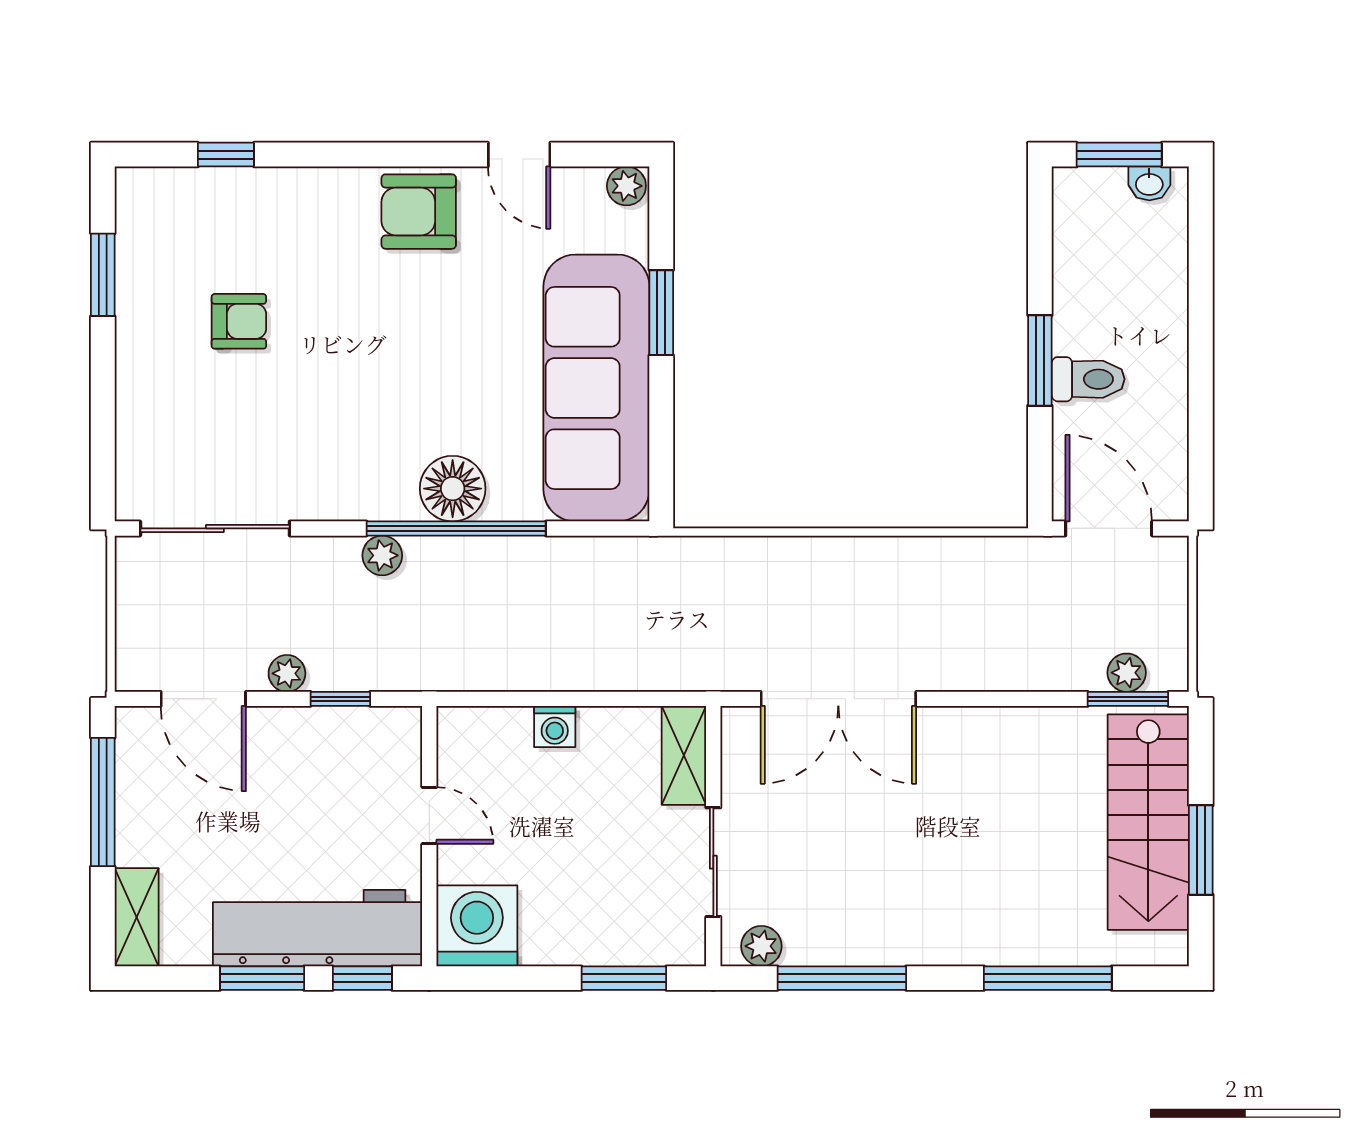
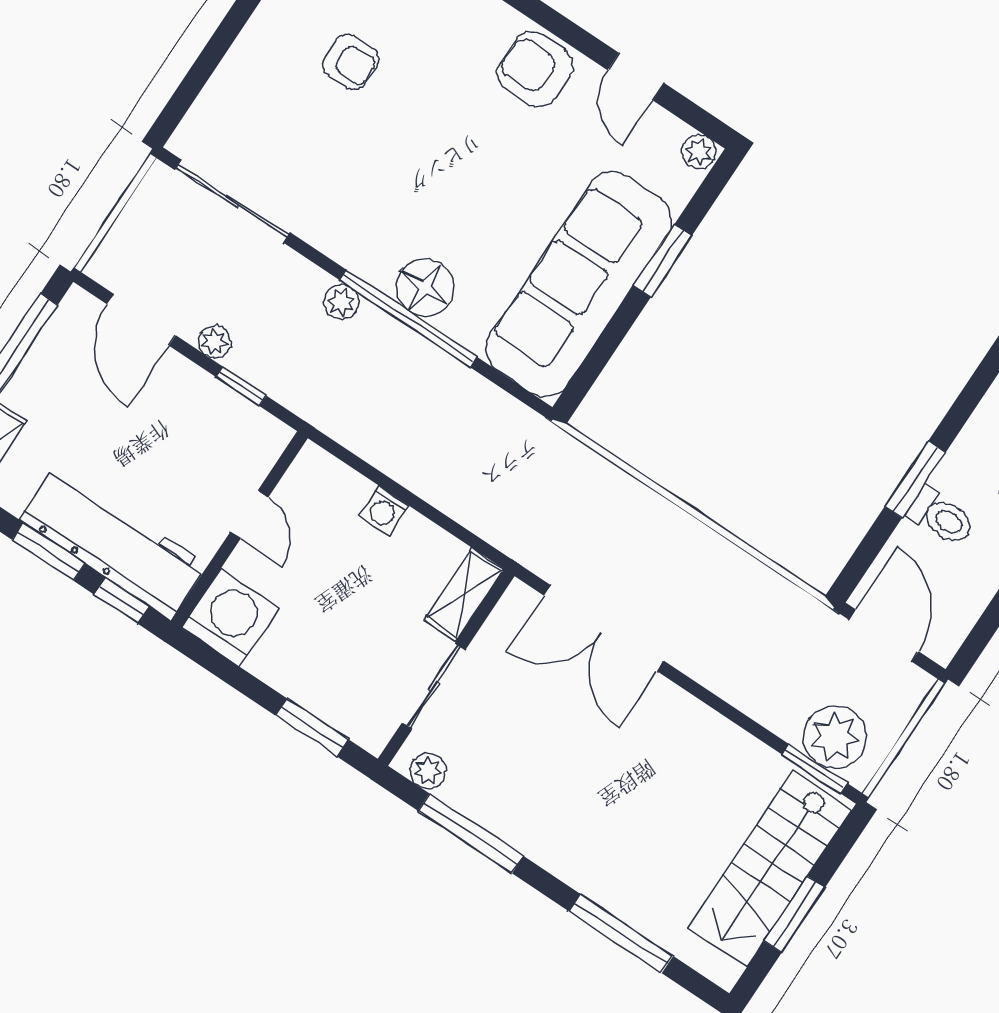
plant: (1127, 673) -> (835, 737), width x1.88, depth x1.88

